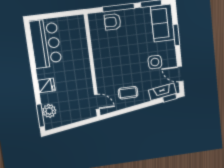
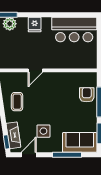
window: (176, 35) -> (67, 155), width x1.44
door: (97, 102) -> (35, 70), moved

